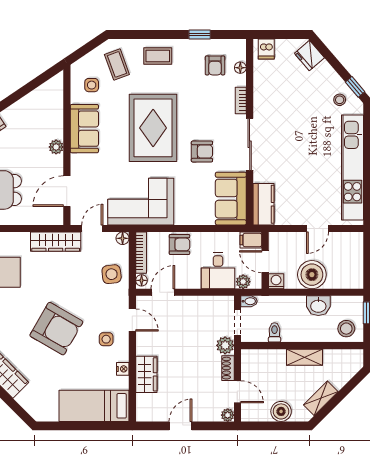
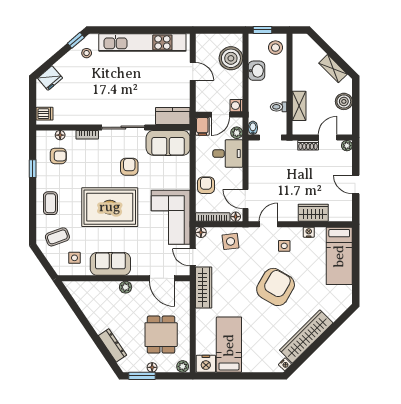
boiler: (312, 275) -> (231, 58), moved
plant: (225, 345) -> (289, 148), removed
shelving: (305, 357) -> (299, 106), moved

